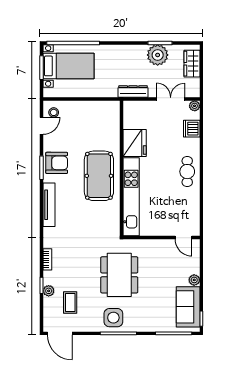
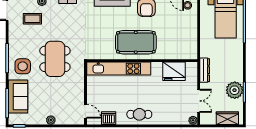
dishwasher: (192, 129) -> (109, 118), moved
fridge: (135, 143) -> (174, 71), moved
door: (183, 237) -> (85, 111), swing flipped
dining table: (119, 275) -> (55, 59), turned 90
sofa: (188, 307) -> (18, 97), moved, turned 90
side table: (113, 318) -> (23, 66), moved

